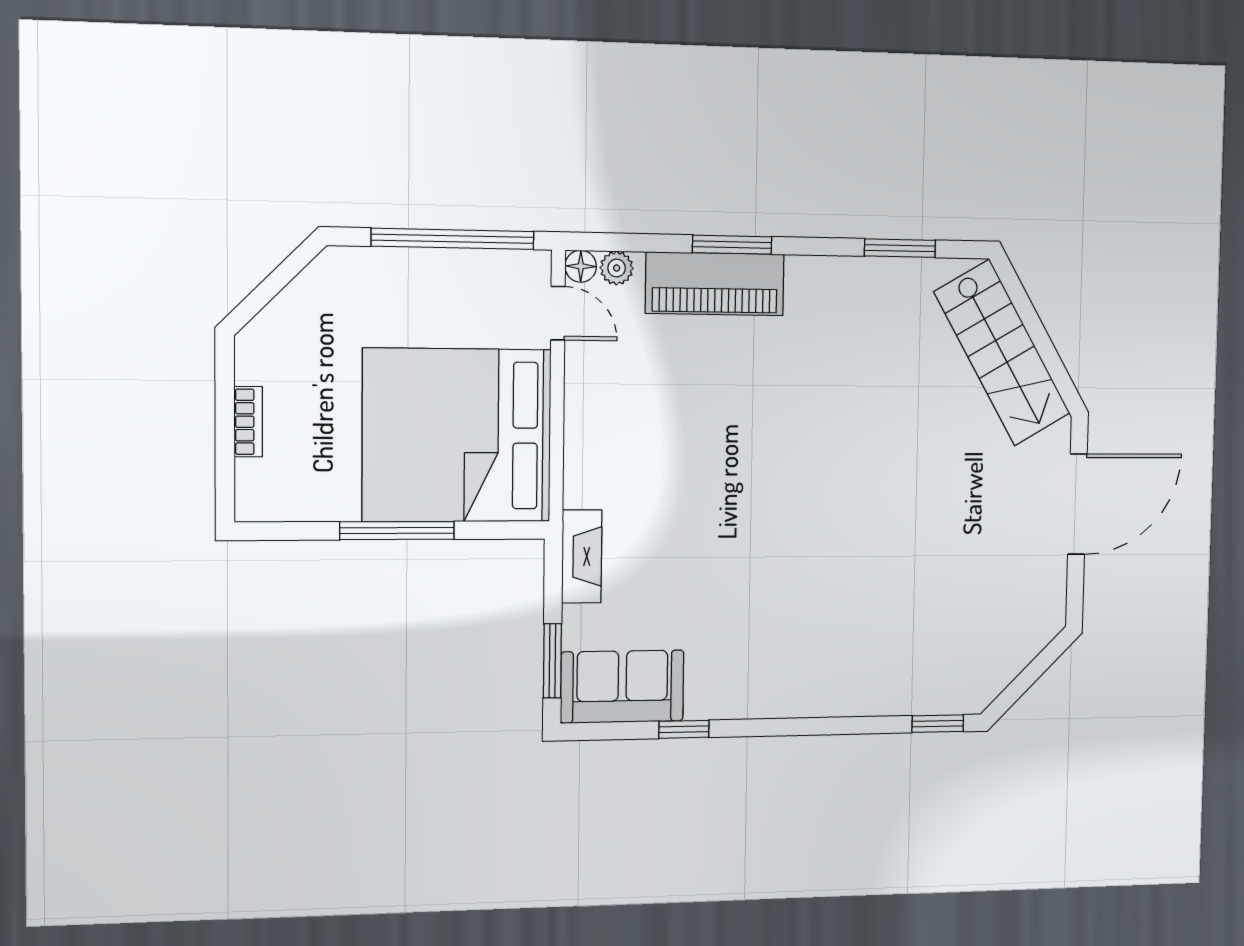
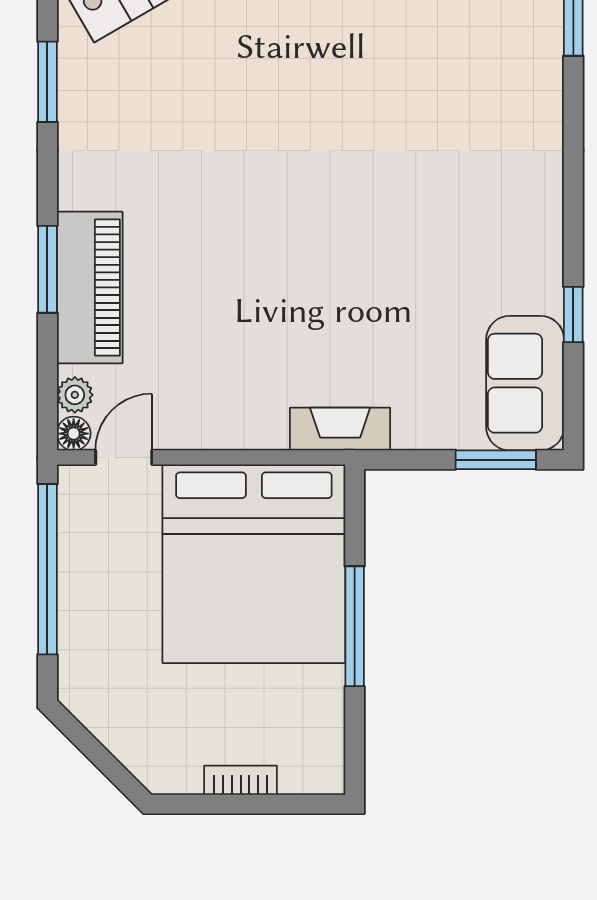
fireplace: (582, 557) -> (340, 429), moved

